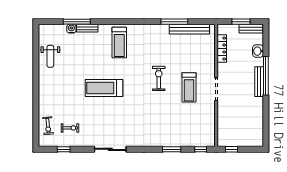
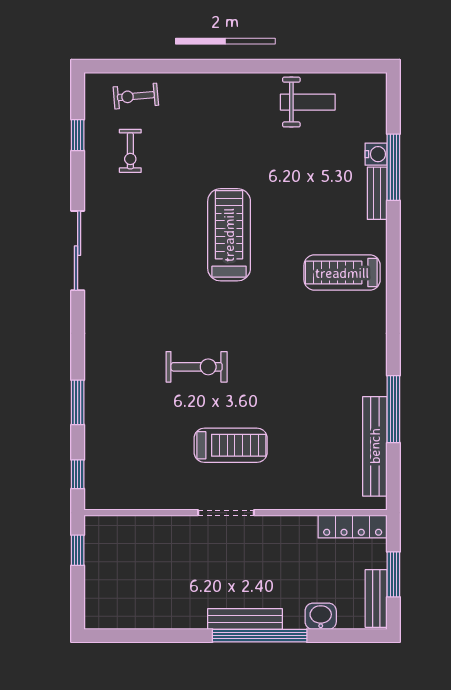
locker: (222, 48) -> (353, 527), moved
weight bench: (50, 56) -> (308, 102), turned 180
exercise bike: (159, 78) -> (197, 367), moved
treadmill: (189, 87) -> (231, 445), turned 180

